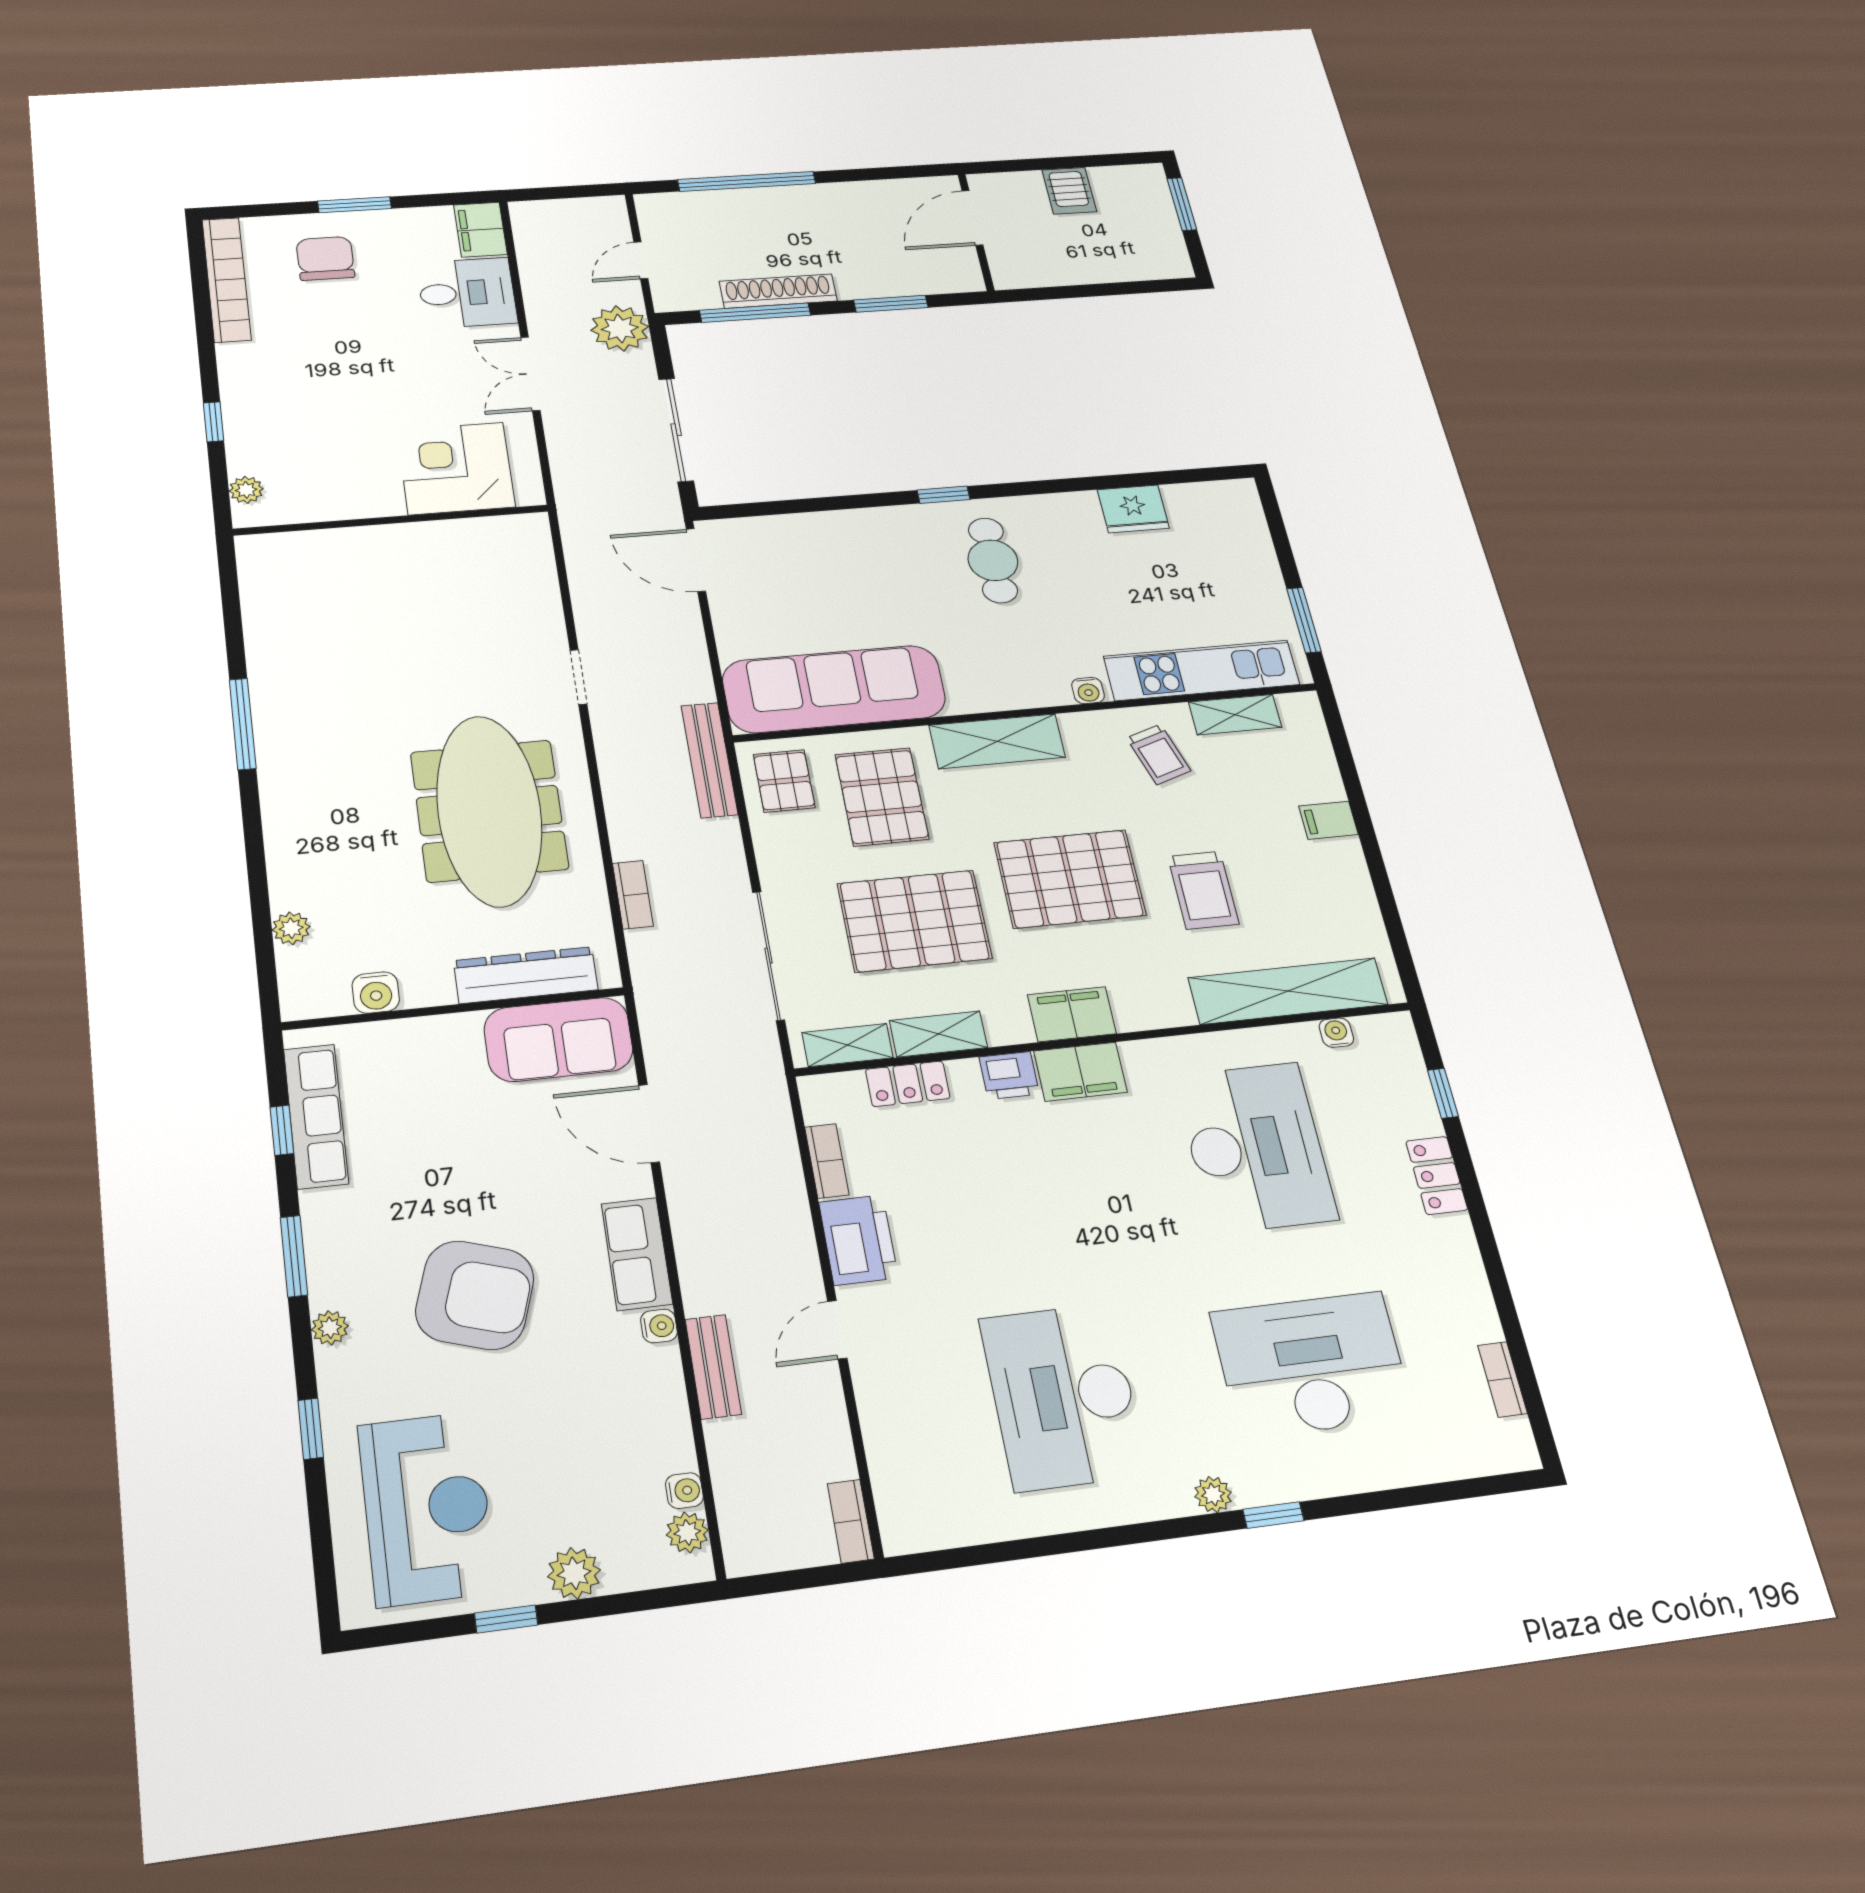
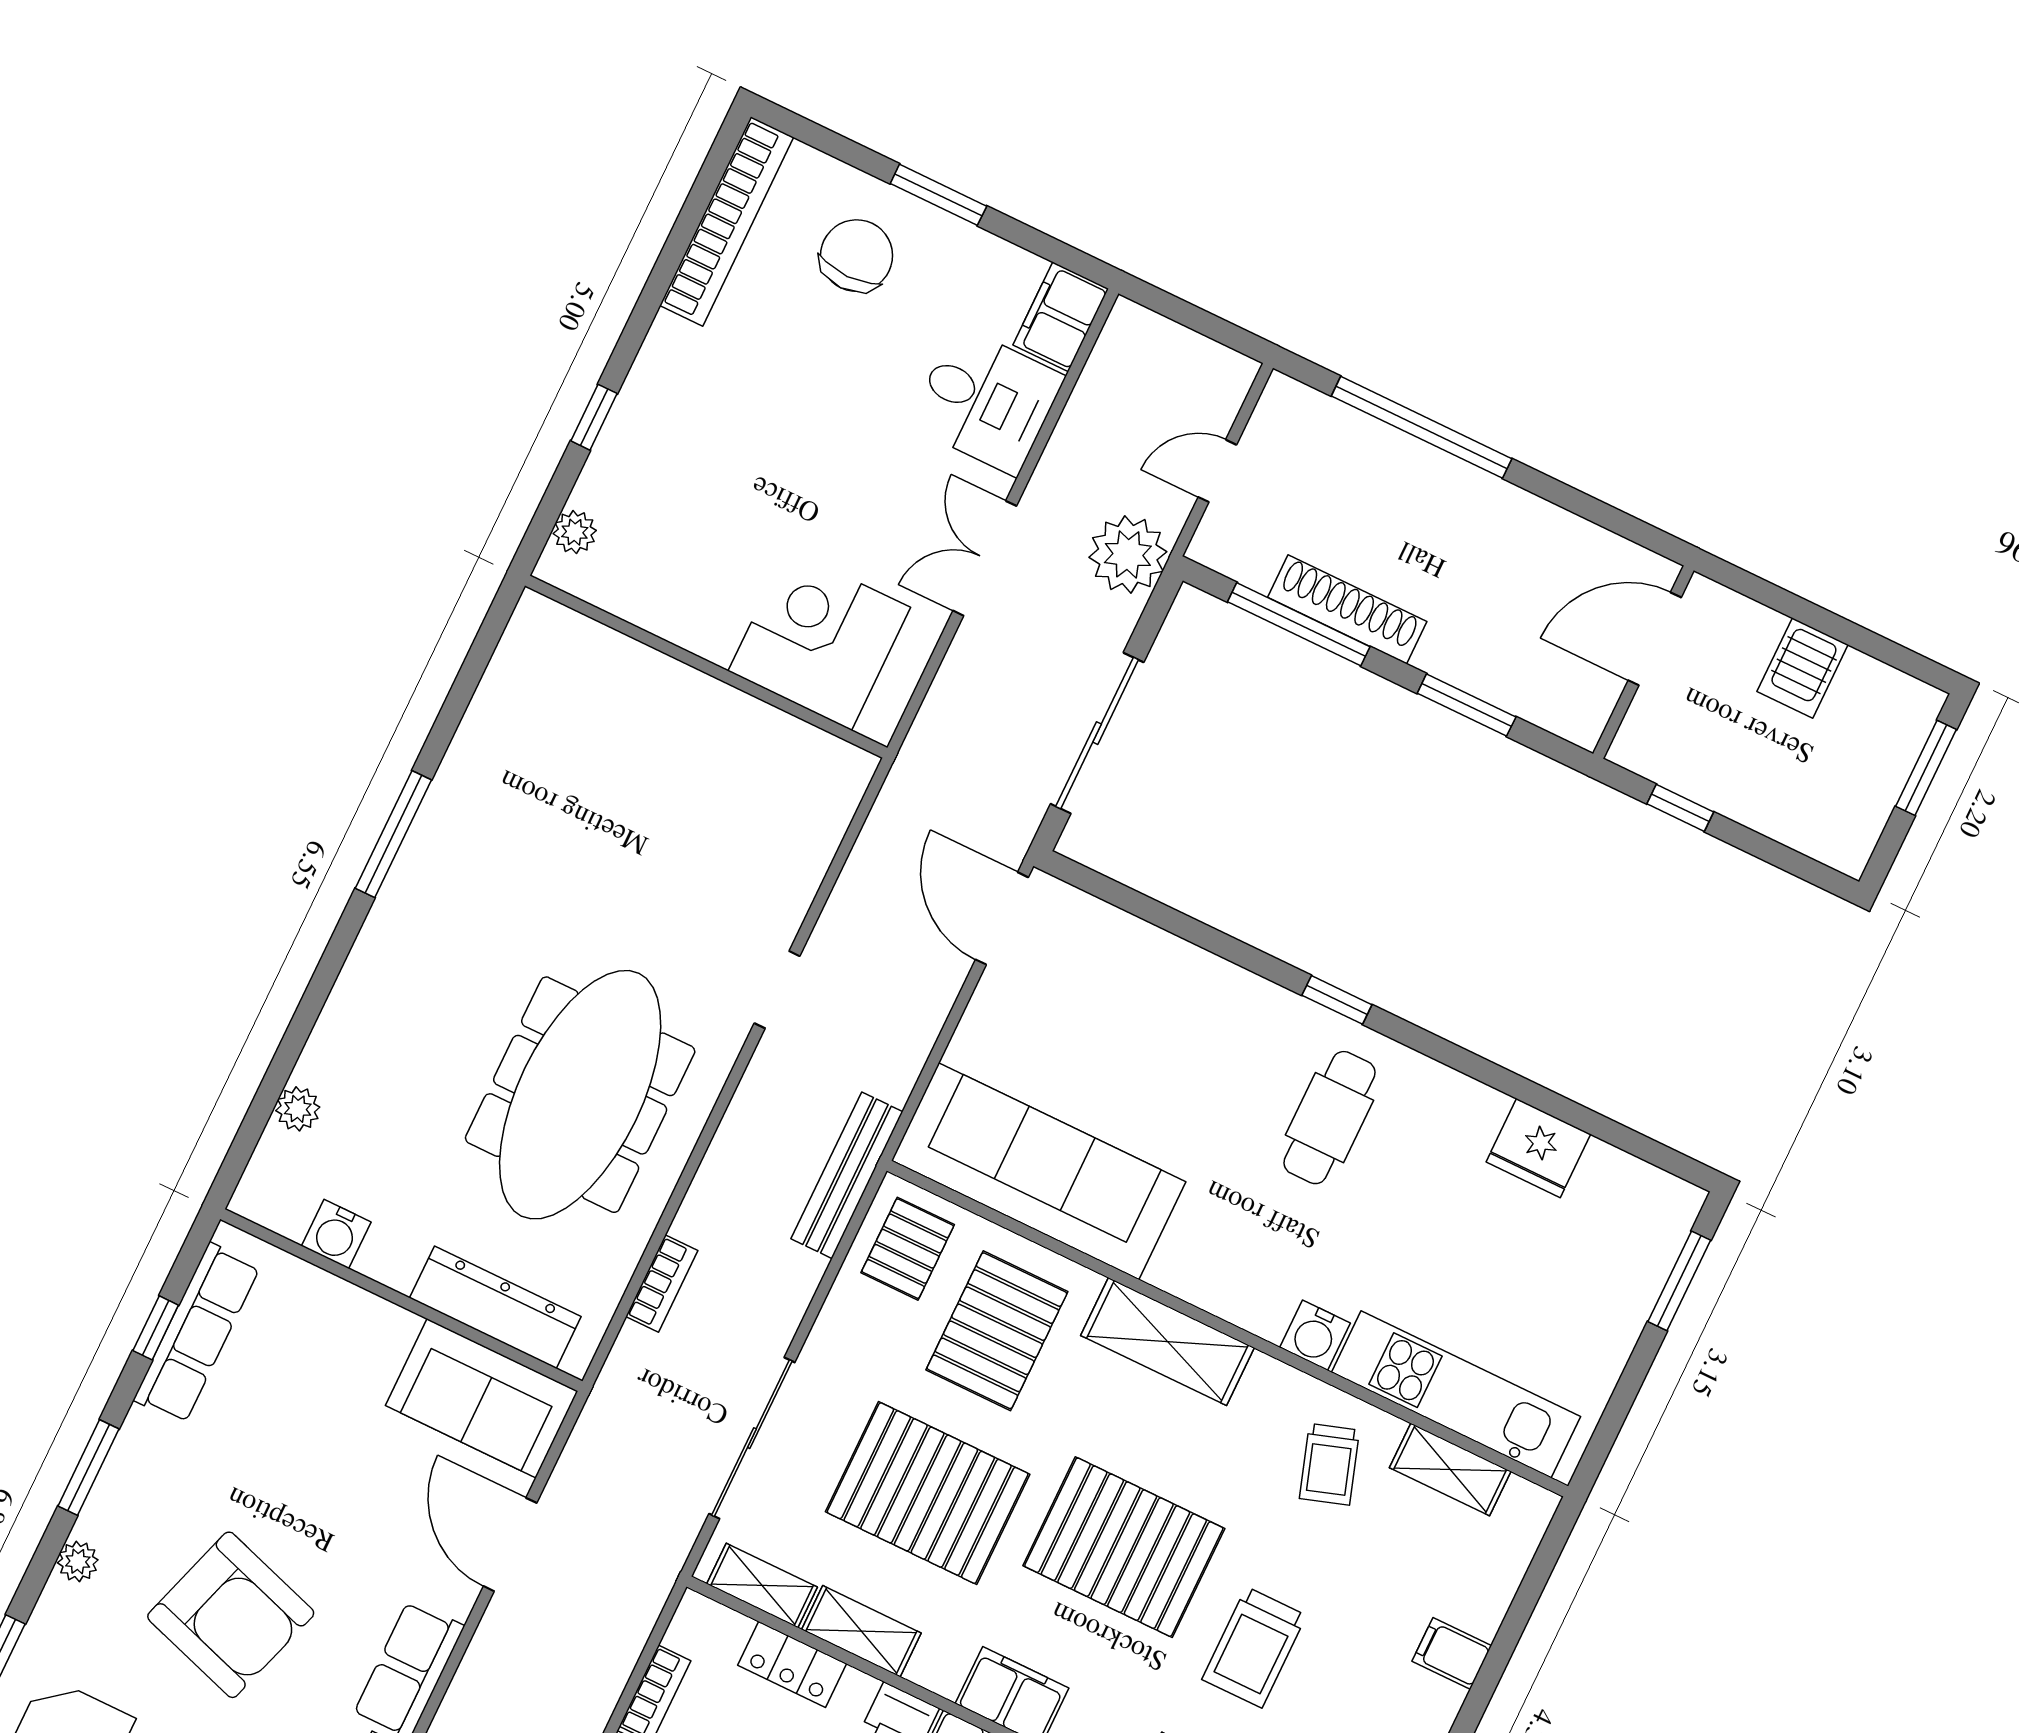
window: (1061, 292) -> (1680, 808), added
window: (1304, 620) -> (1679, 1281), moved
water cooler: (1088, 691) -> (1315, 1335), width x1.38, depth x1.38

